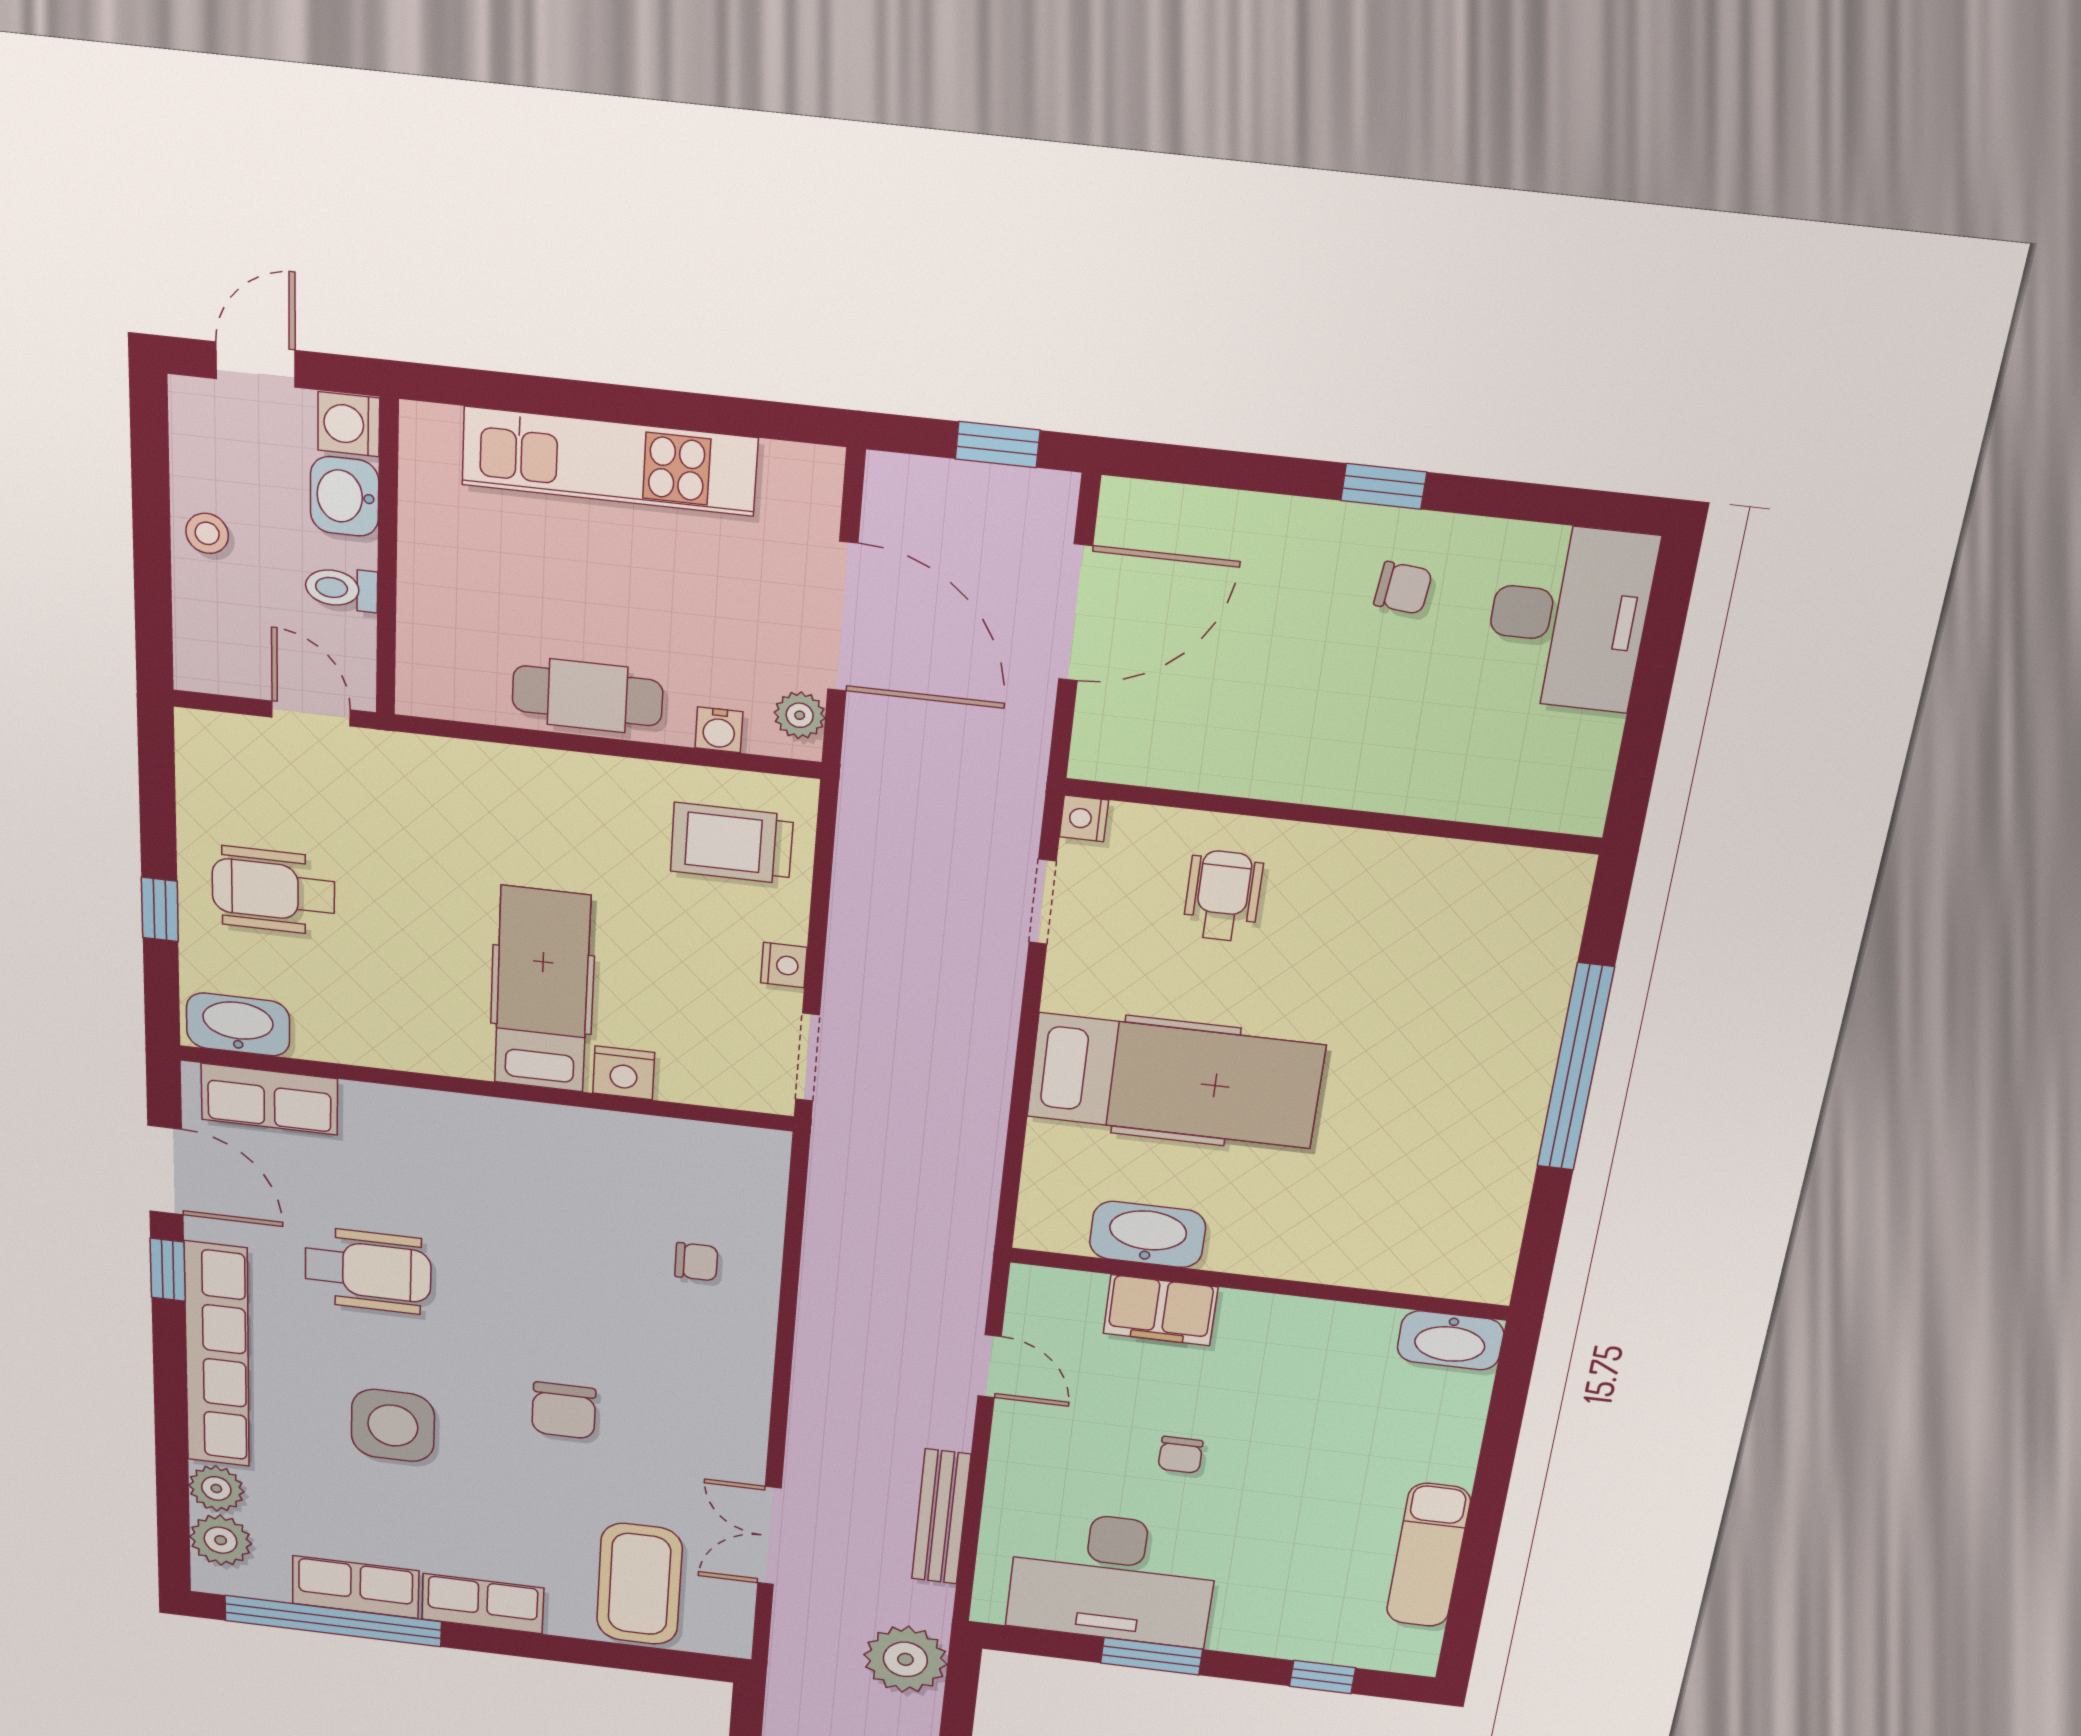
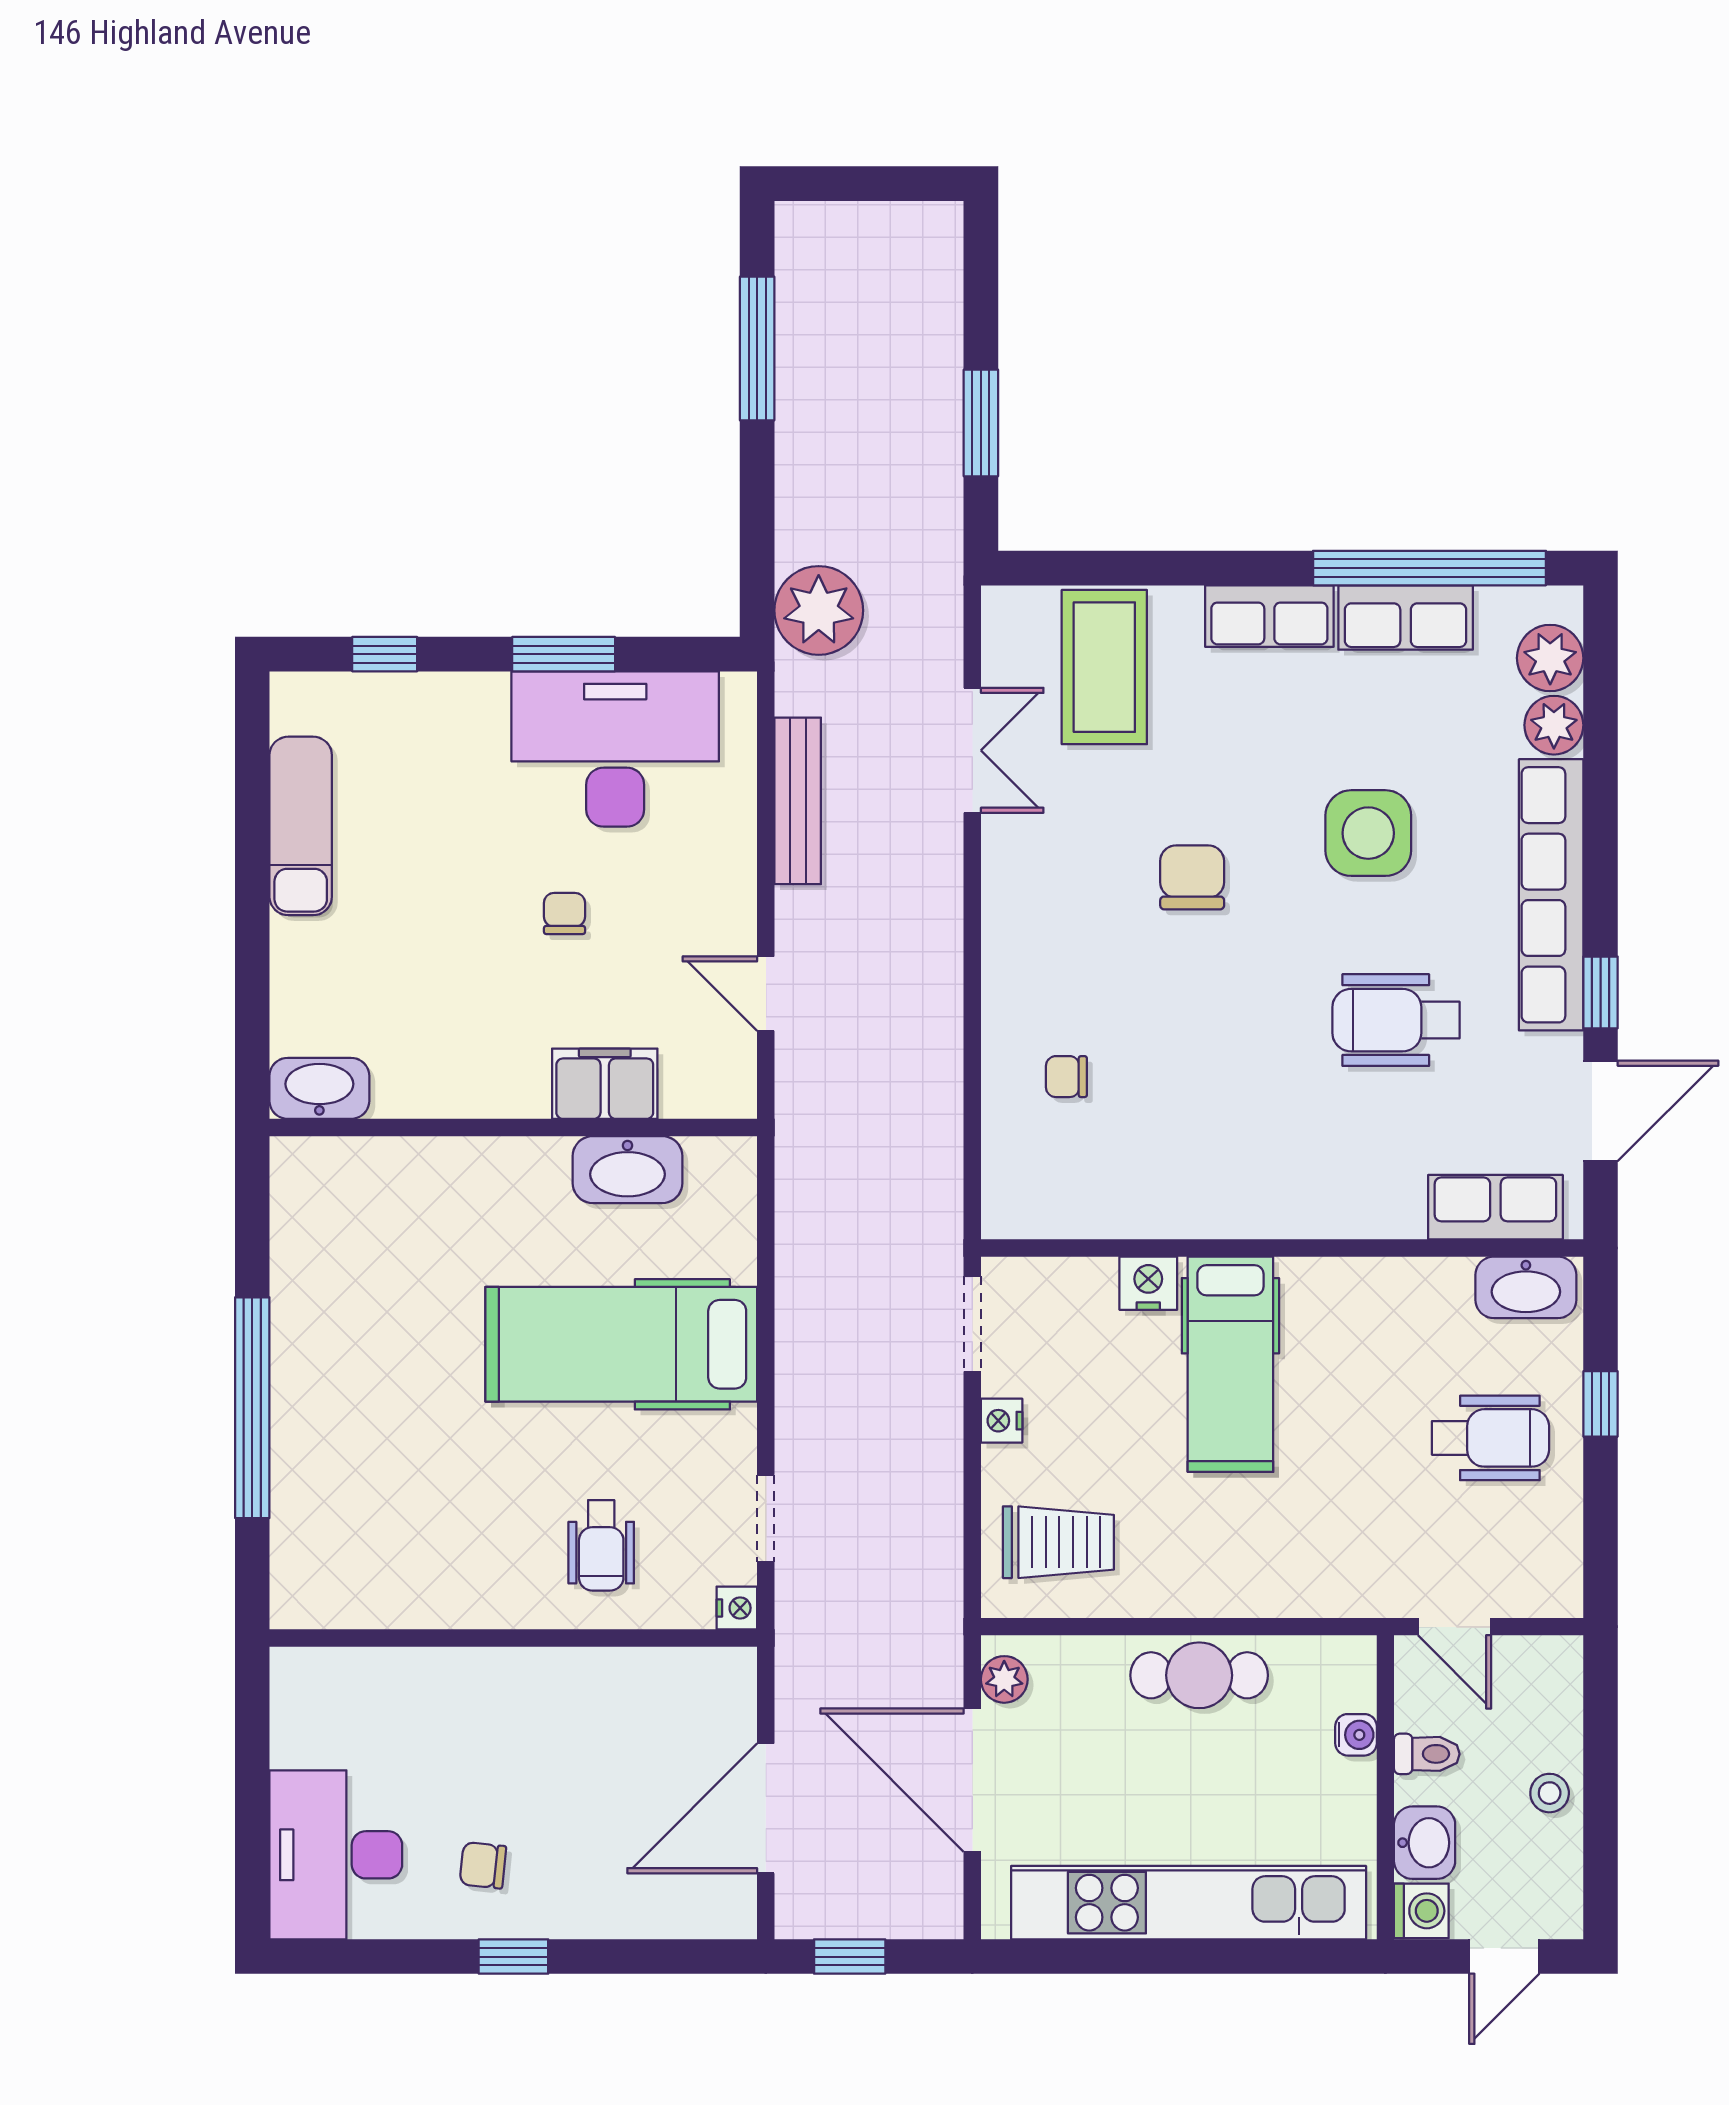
kitchen unit: (609, 461) -> (1189, 1903), width x1.36
water cooler: (719, 730) -> (1356, 1735), moved, turned 90
door: (166, 1170) -> (1601, 1111), swing flipped

